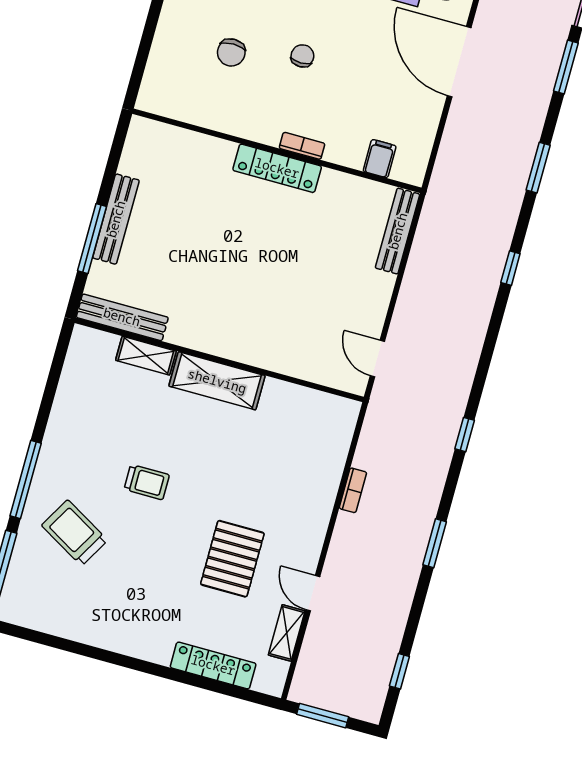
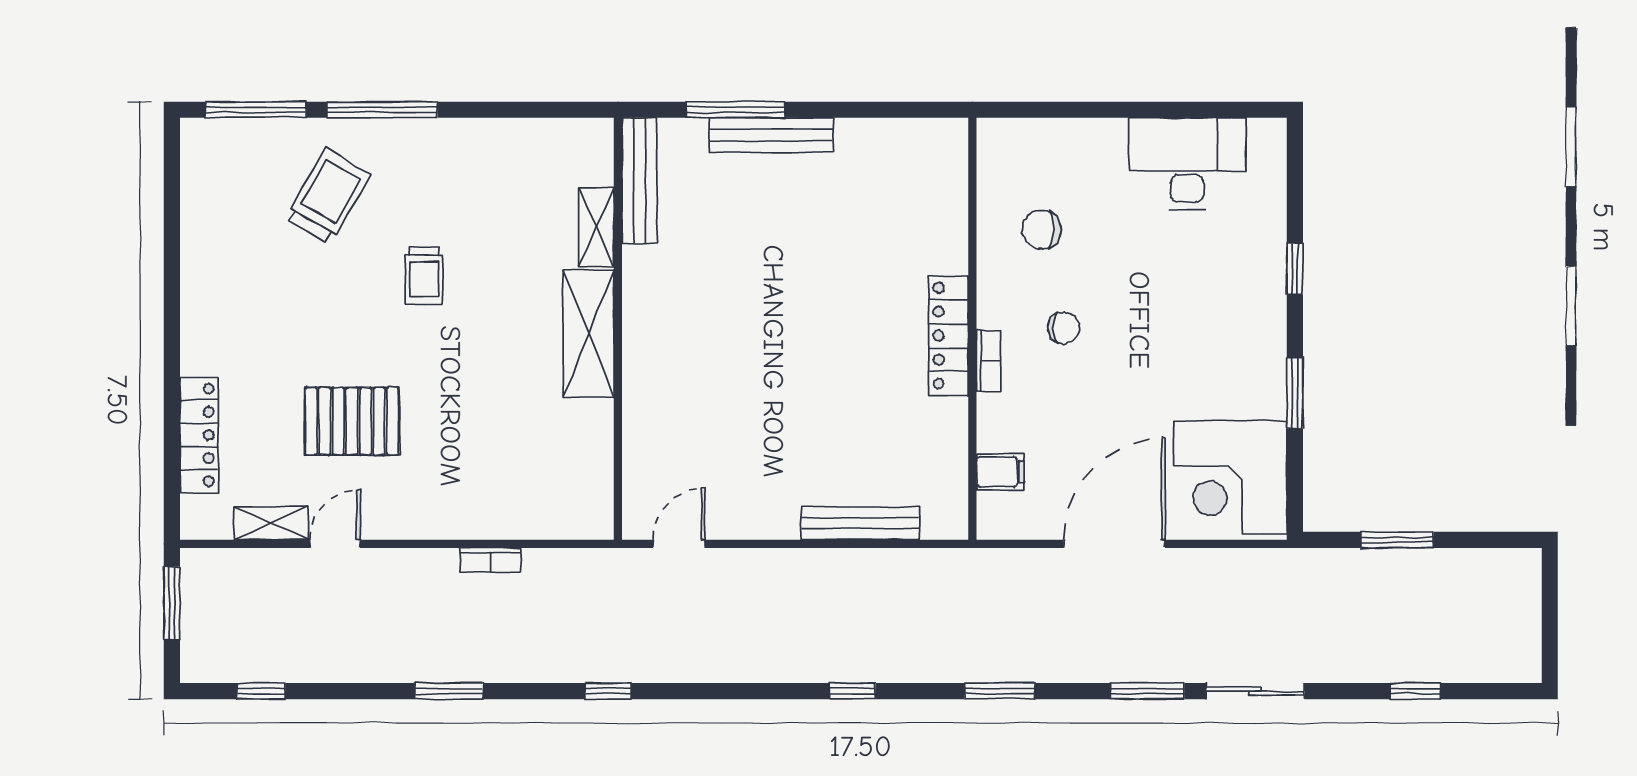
bookcase: (302, 146) -> (989, 361), moved
wall: (277, 151) -> (972, 329), moved
filing cabinet: (380, 159) -> (1000, 472), moved
locker: (277, 168) -> (949, 336), moved

